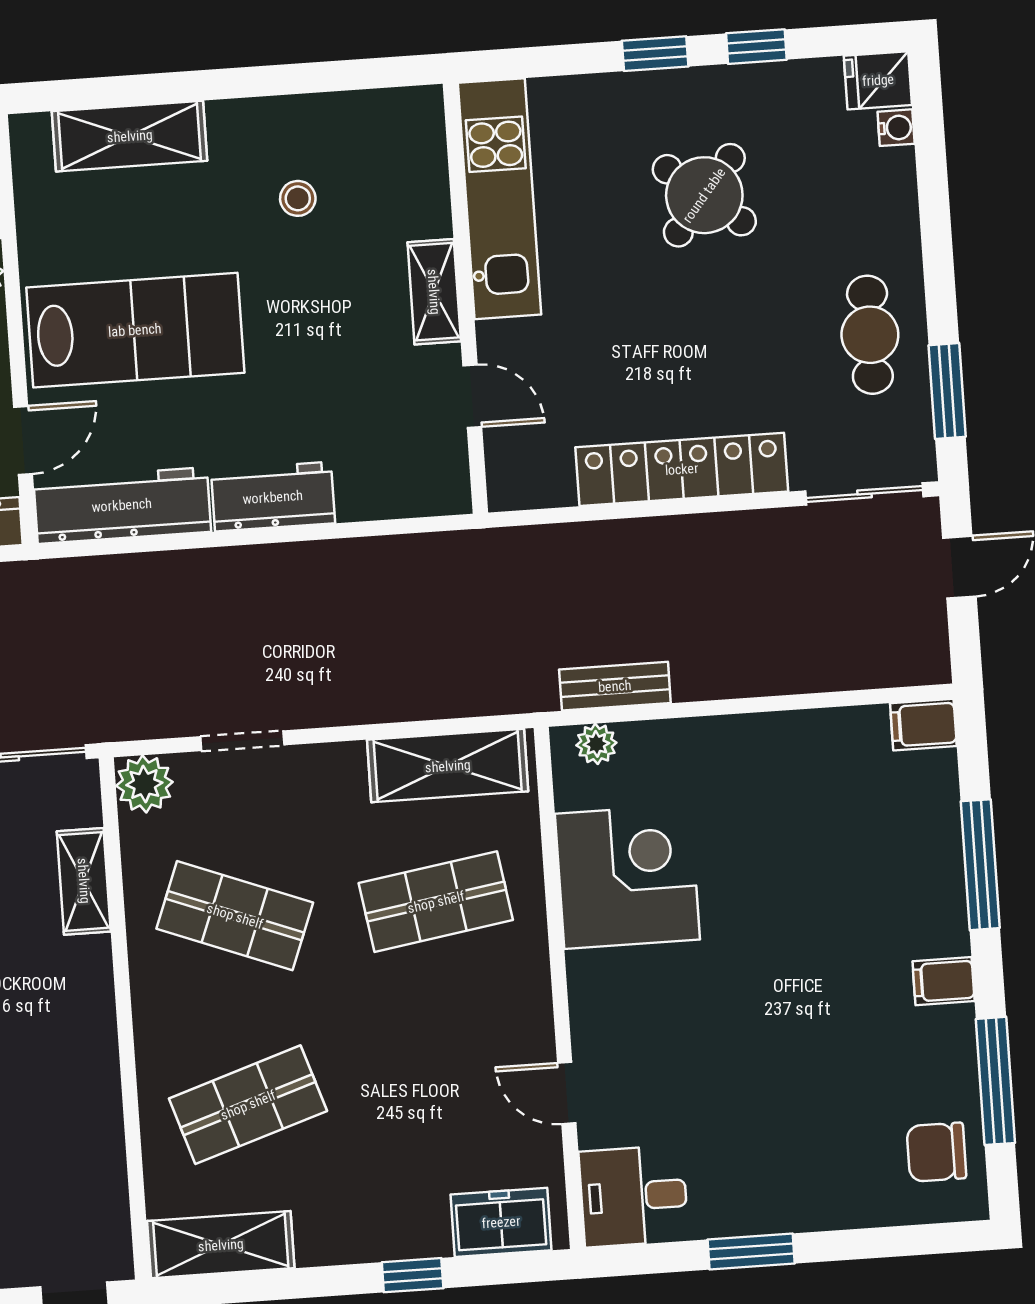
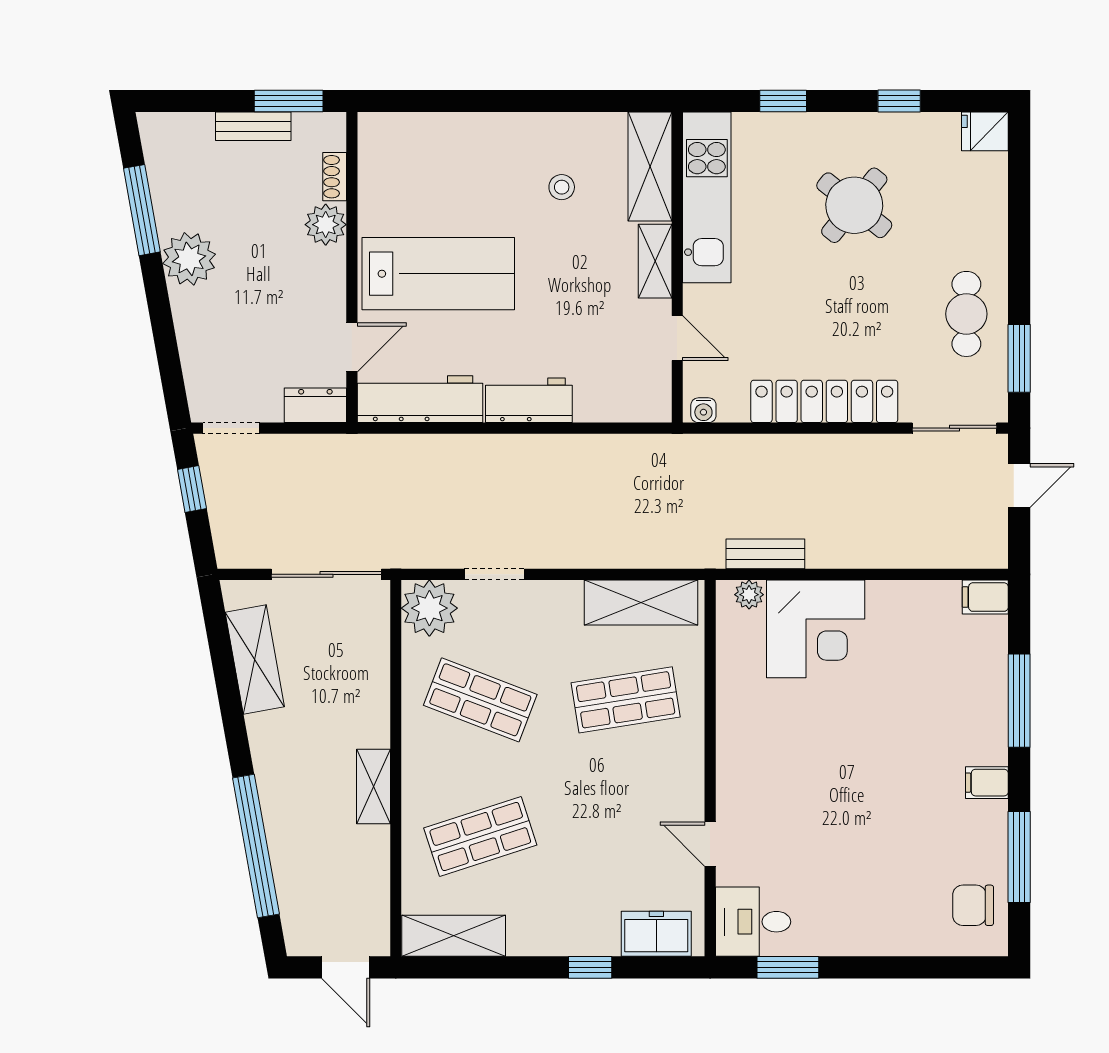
window: (655, 54) -> (783, 101), moved
water cooler: (896, 128) -> (703, 410), moved, turned 90
shelving: (130, 136) -> (650, 167), moved, turned 90
plant: (144, 784) -> (429, 608), width x1.36, depth x1.36
corner desk: (627, 877) -> (816, 629), moved, turned 90
shelving: (84, 881) -> (373, 786), moved
window: (751, 1252) -> (788, 967), moved

